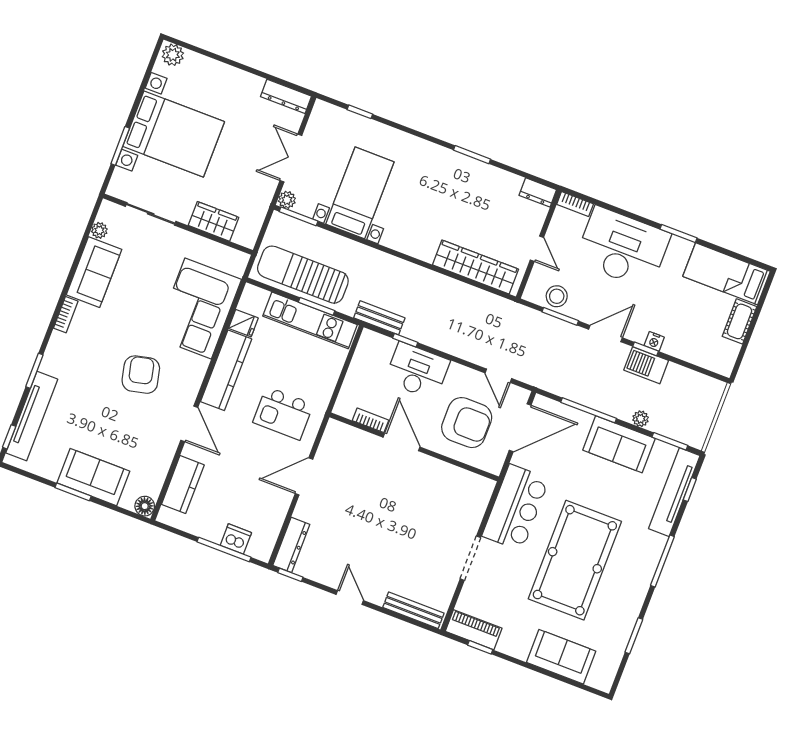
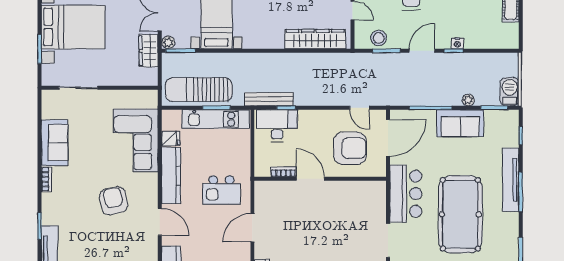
wardrobe: (213, 221) -> (149, 51), moved, turned -90
plant: (99, 230) -> (47, 113), removed
bench: (379, 318) -> (269, 99), width x1.36
barbecue: (646, 365) -> (510, 92), moved, turned 90
desk: (417, 371) -> (277, 126), moved
tv unit: (674, 492) -> (511, 180), moved

